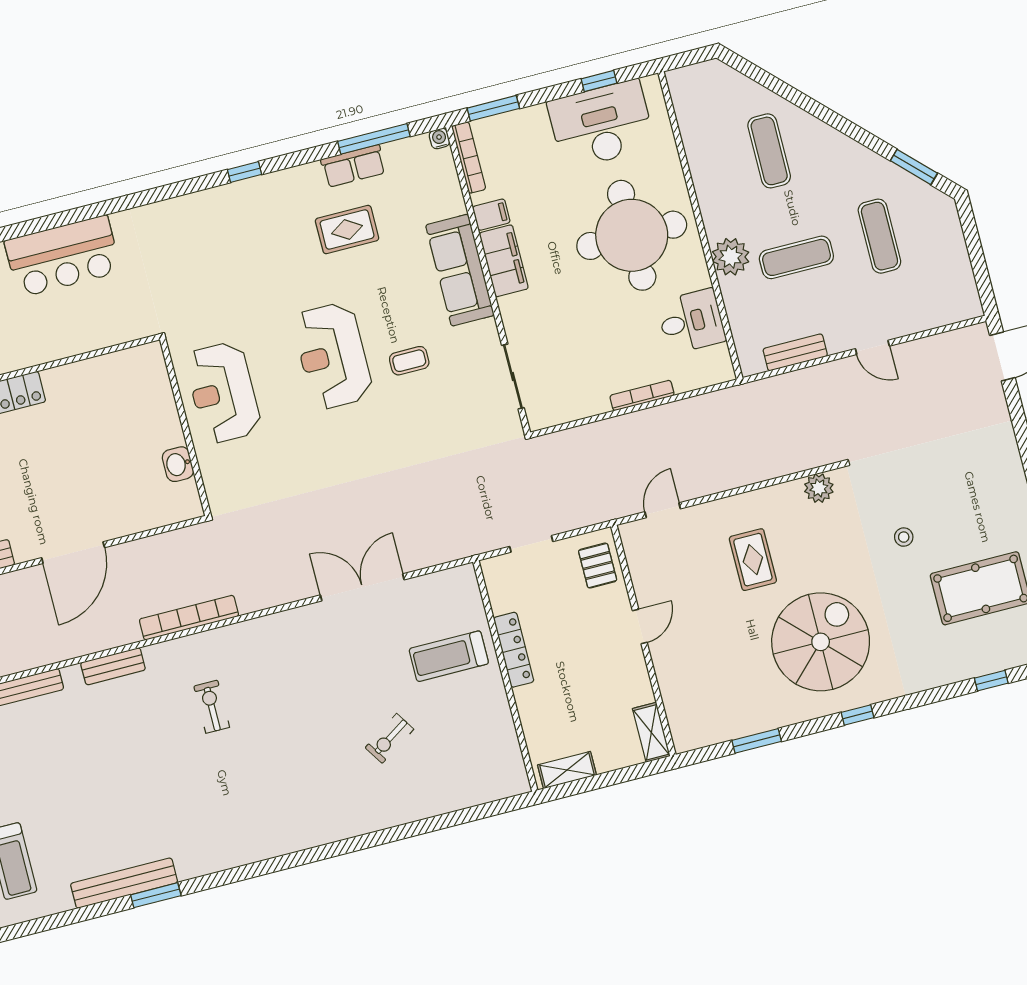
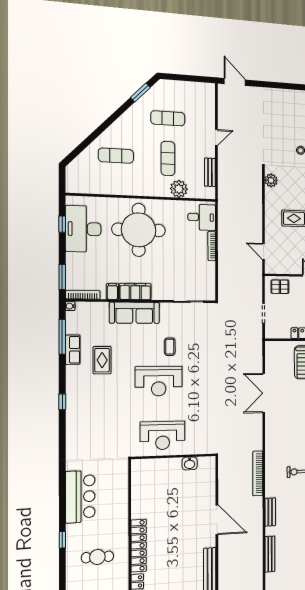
plant: (731, 257) -> (179, 189), moved
desk: (691, 321) -> (202, 217), moved, turned 90

